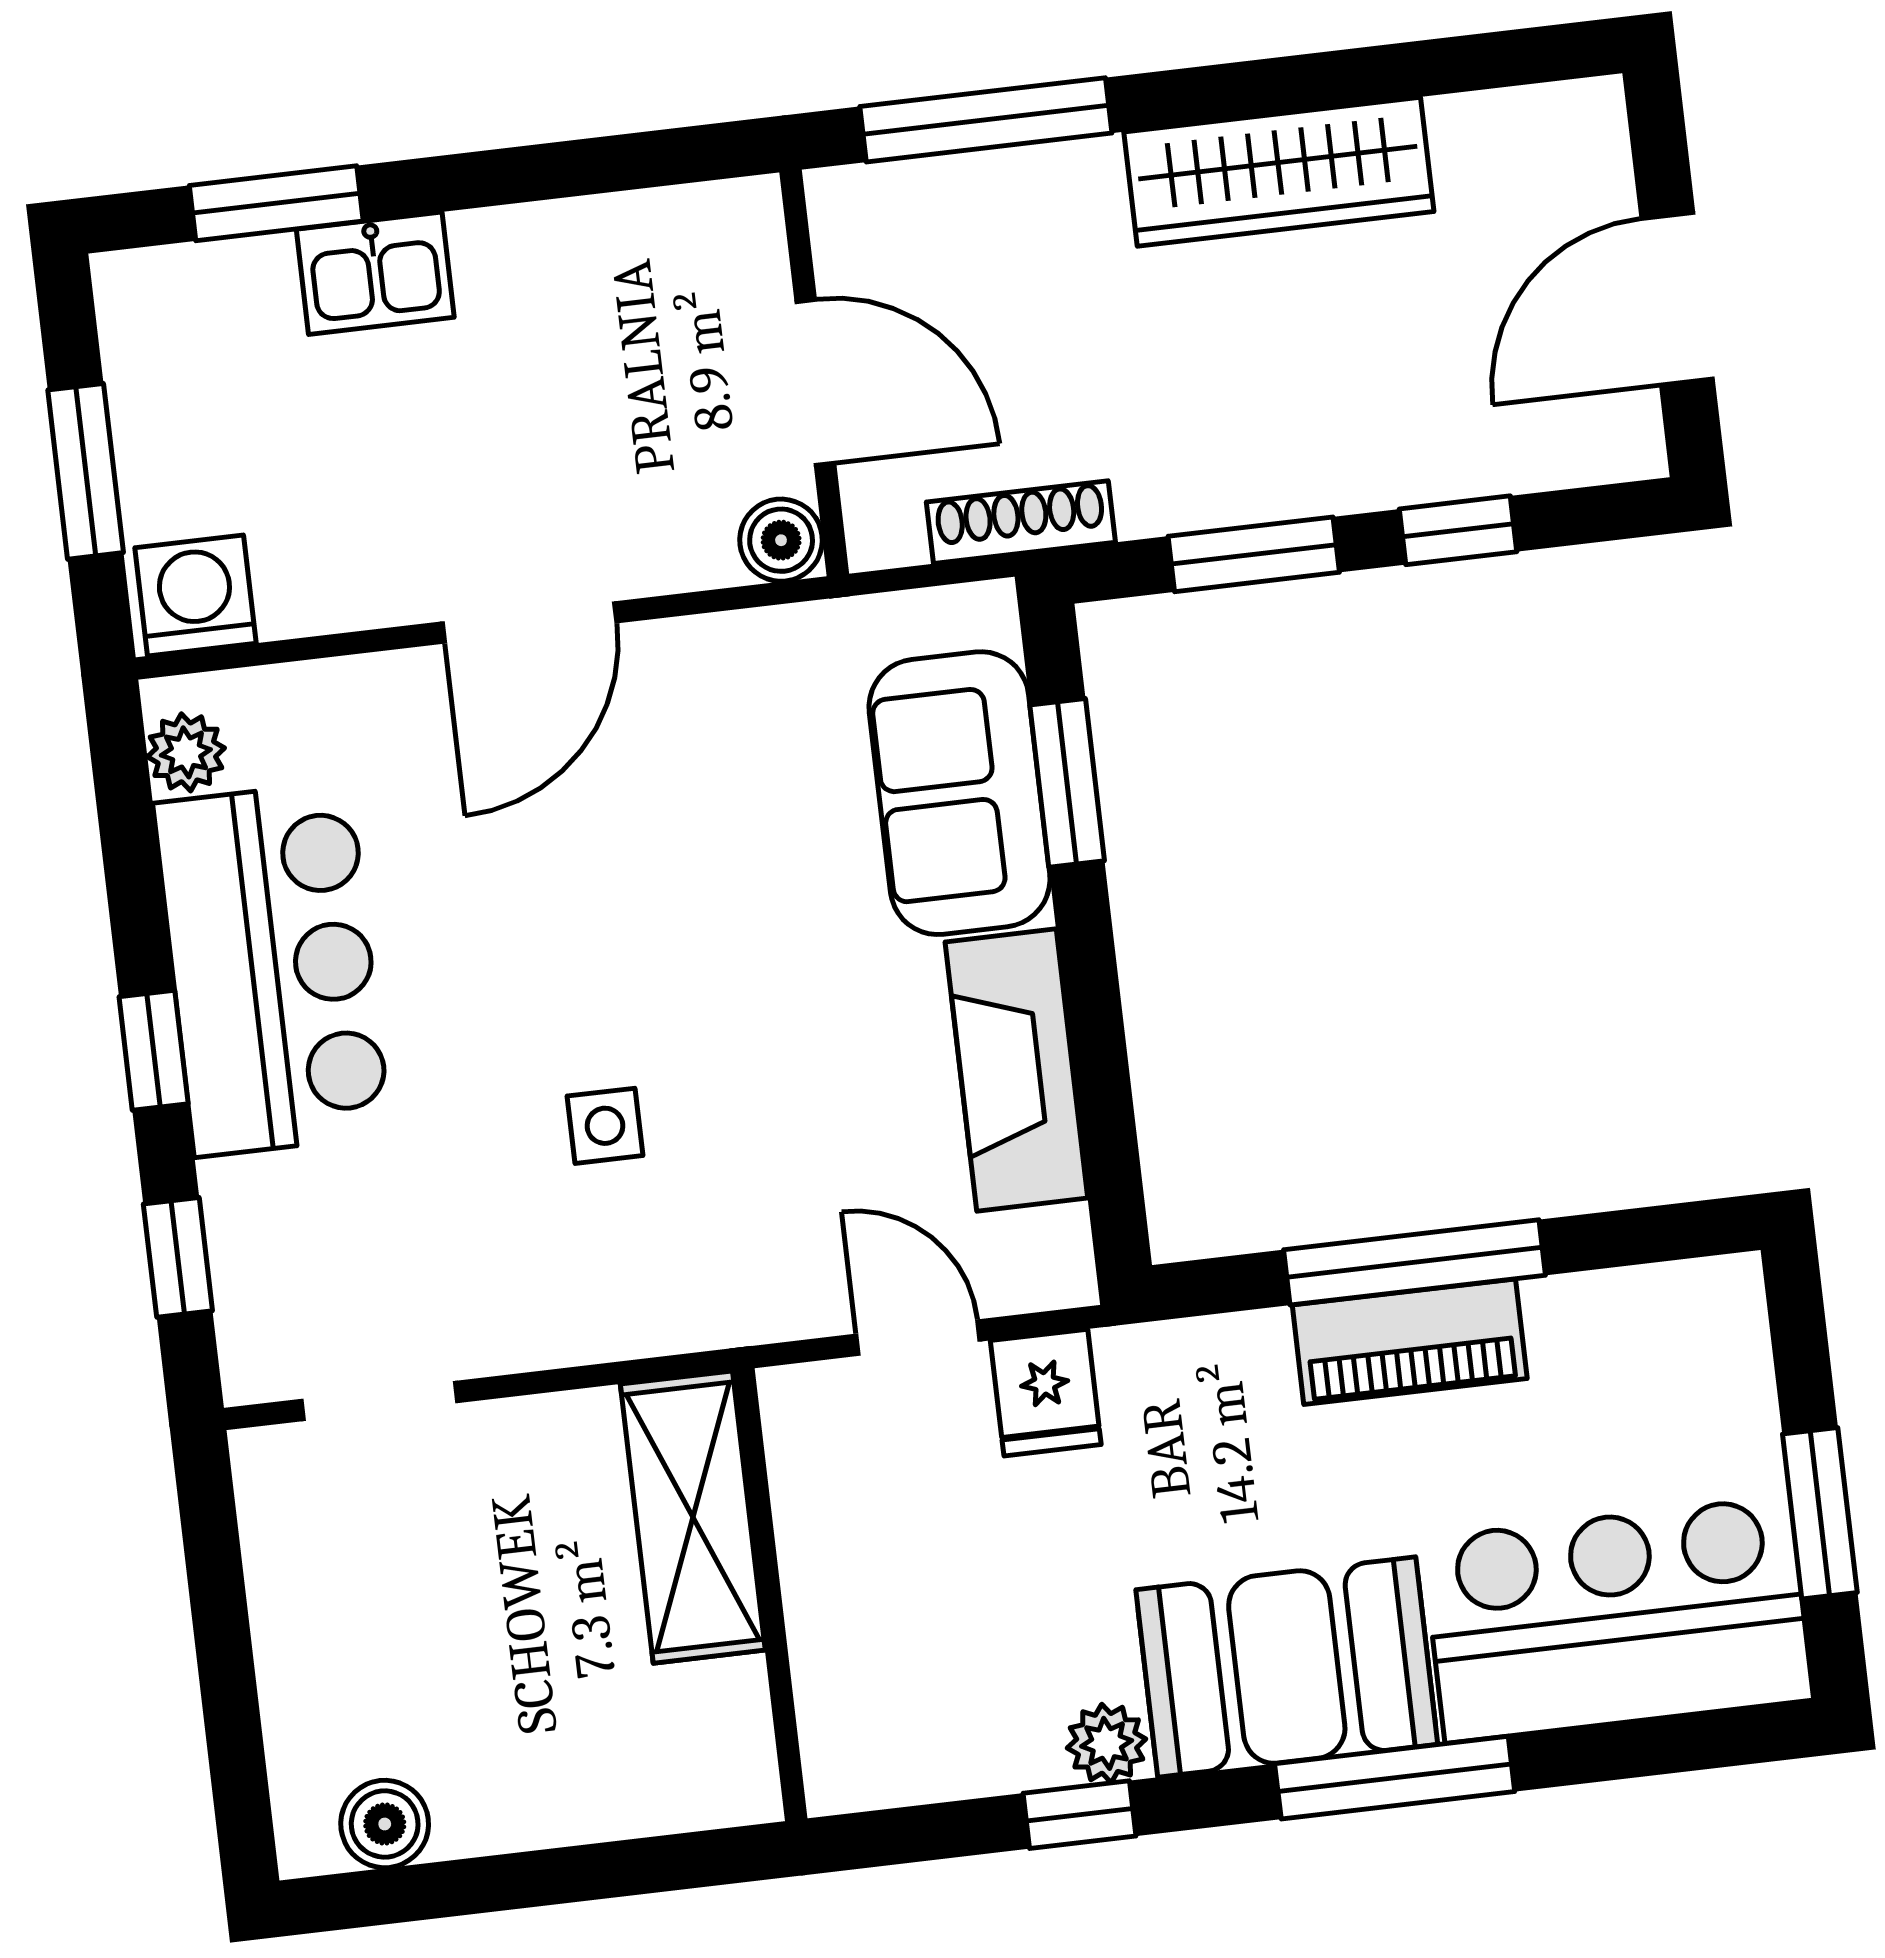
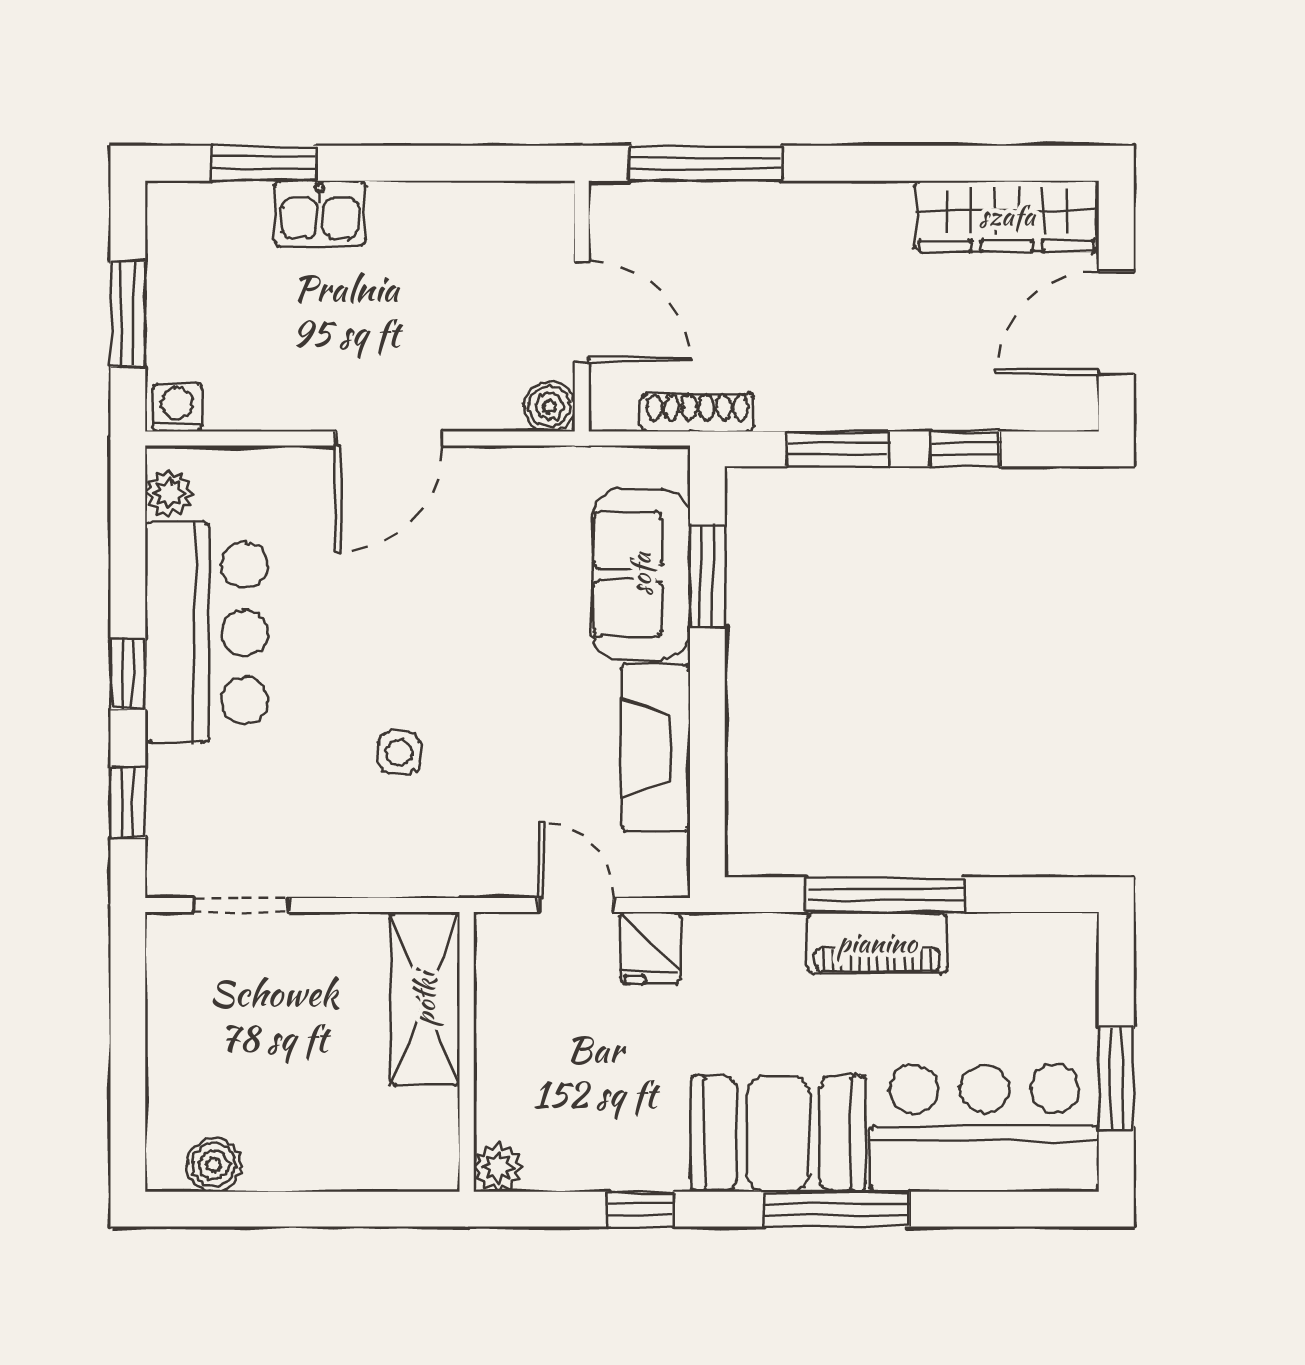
wardrobe: (1279, 172) -> (1007, 216), moved
washing machine: (195, 595) -> (177, 407), width x0.73, depth x0.73
plant: (1107, 1743) -> (498, 1167), moved

